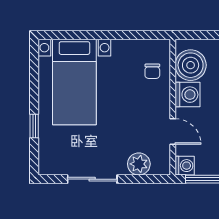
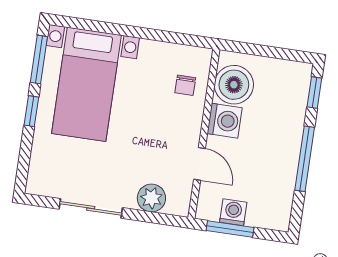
window: (34, 68) -> (39, 60), added
window: (34, 126) -> (31, 111), moved
washing machine: (185, 166) -> (233, 212), moved, turned -90

